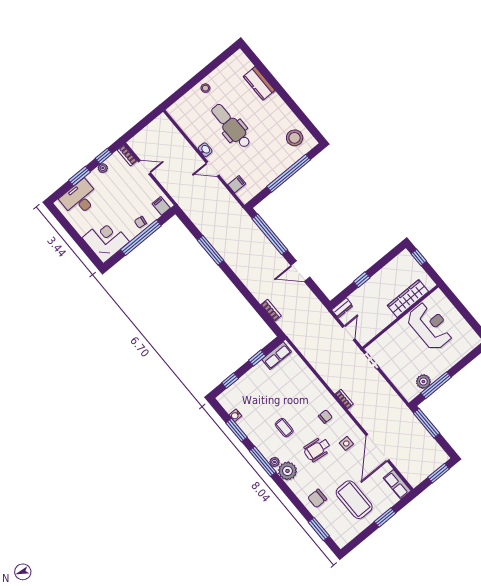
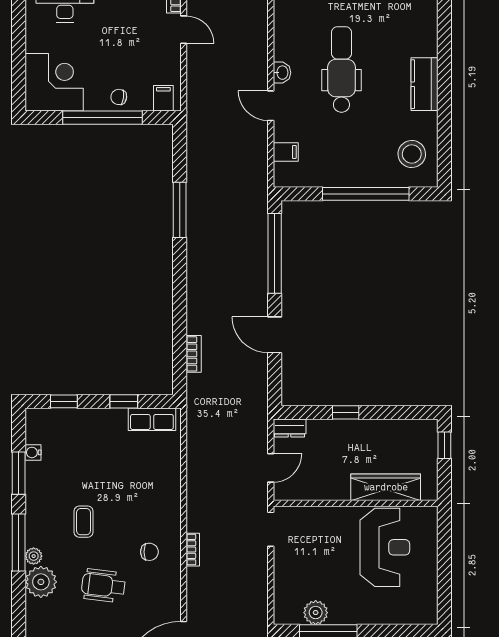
kitchen counter: (259, 83) -> (424, 84), moved
side table: (346, 443) -> (148, 610), removed

